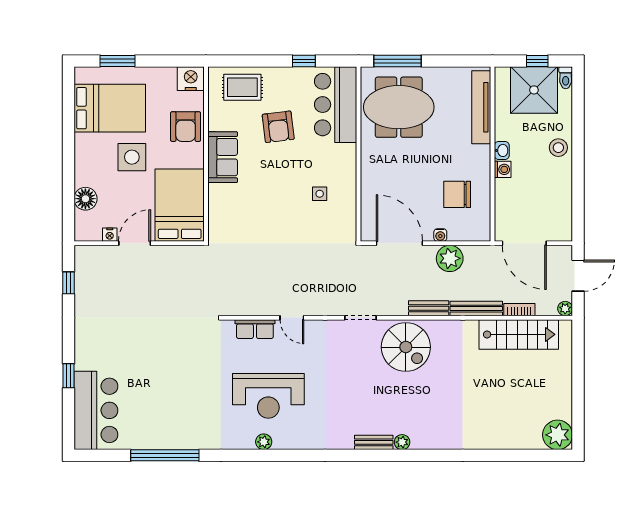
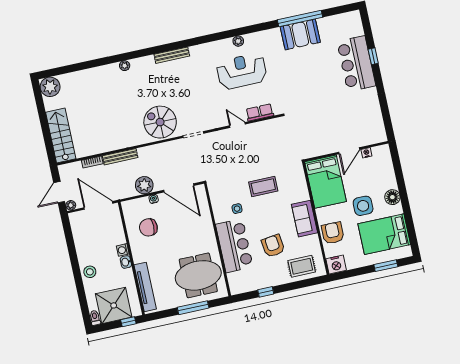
window: (397, 61) -> (193, 308), moved
window: (537, 61) -> (128, 322), moved
bar counter: (336, 105) -> (234, 246), moved
chair: (457, 194) -> (148, 227), turned 180
floor lamp: (85, 199) -> (392, 197), moved
coffee table: (274, 218) -> (263, 186), added
window: (68, 283) -> (386, 116), removed
bench: (429, 308) -> (151, 150), removed
plant: (565, 309) -> (71, 205), moved
stairs: (519, 334) -> (61, 136), moved, turned 90
bar counter: (96, 410) -> (356, 64), moved
booth: (170, 432) -> (300, 34), added
bench: (374, 442) -> (172, 55), width x1.36
plant: (402, 442) -> (125, 66), moved

